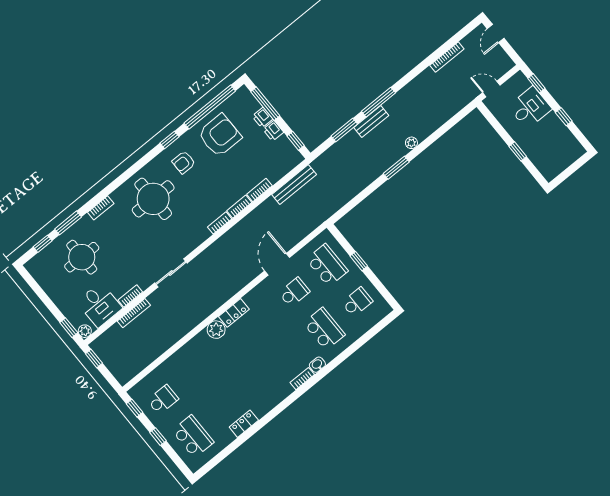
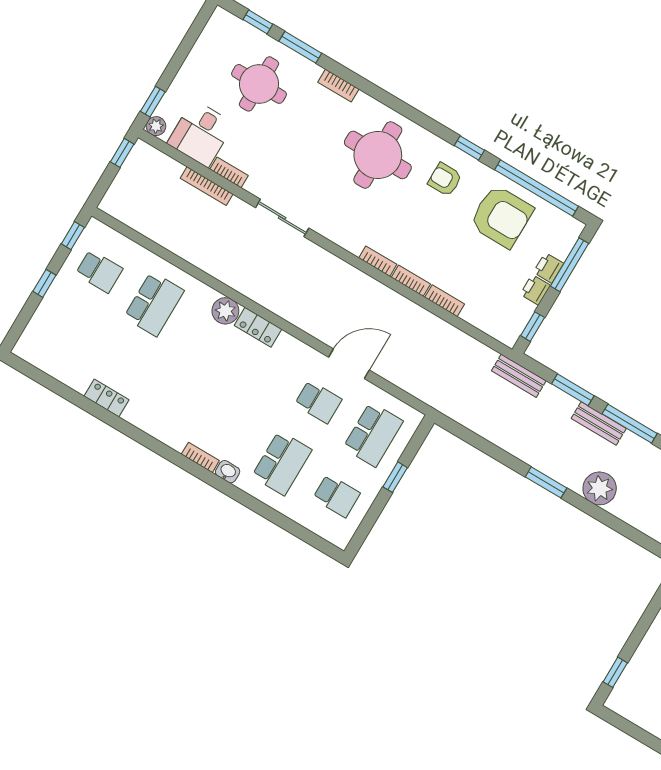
plant: (411, 143) -> (600, 488), width x1.87, depth x1.87
window: (518, 151) -> (615, 672), moved
bench: (294, 185) -> (519, 376), moved, width x0.73
school desk: (193, 436) -> (154, 304), moved

